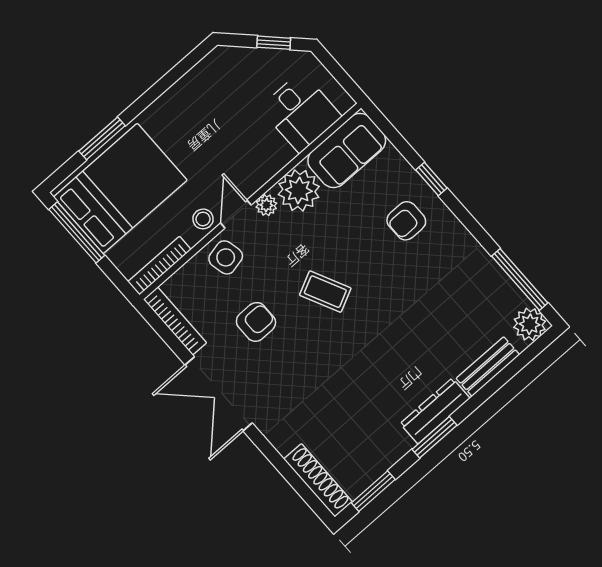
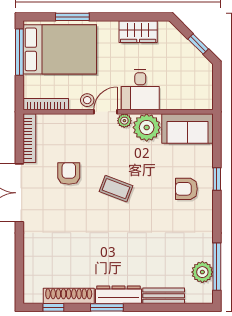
wardrobe: (192, 89) -> (138, 32), added
desk: (301, 112) -> (140, 90), moved
side table: (226, 257) -> (82, 129), removed
coffee table: (325, 292) -> (116, 189), turned -43
armchair: (256, 322) -> (69, 174), turned -90
plant: (530, 324) -> (202, 272), moved
shoe rack: (318, 480) -> (69, 296), moved, turned -90
window: (373, 491) -> (53, 307), width x0.67

